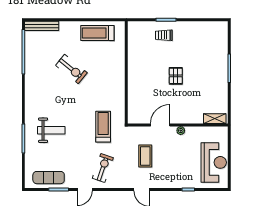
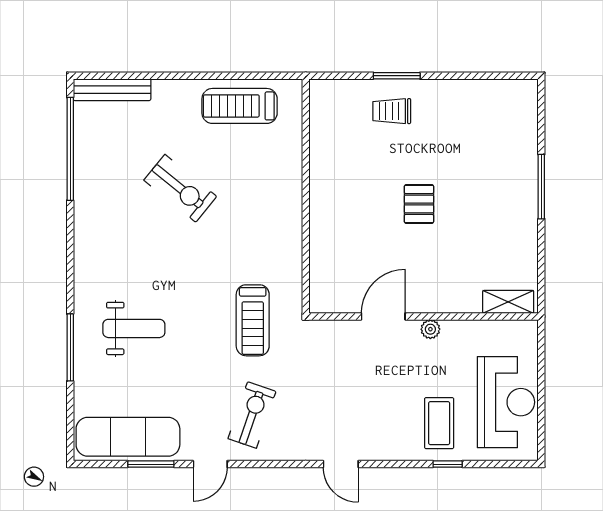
treadmill: (103, 127) -> (253, 320), turned 180
coffee table: (145, 156) -> (439, 423), moved
exercise mat: (49, 178) -> (128, 437), width x1.36, depth x1.45

